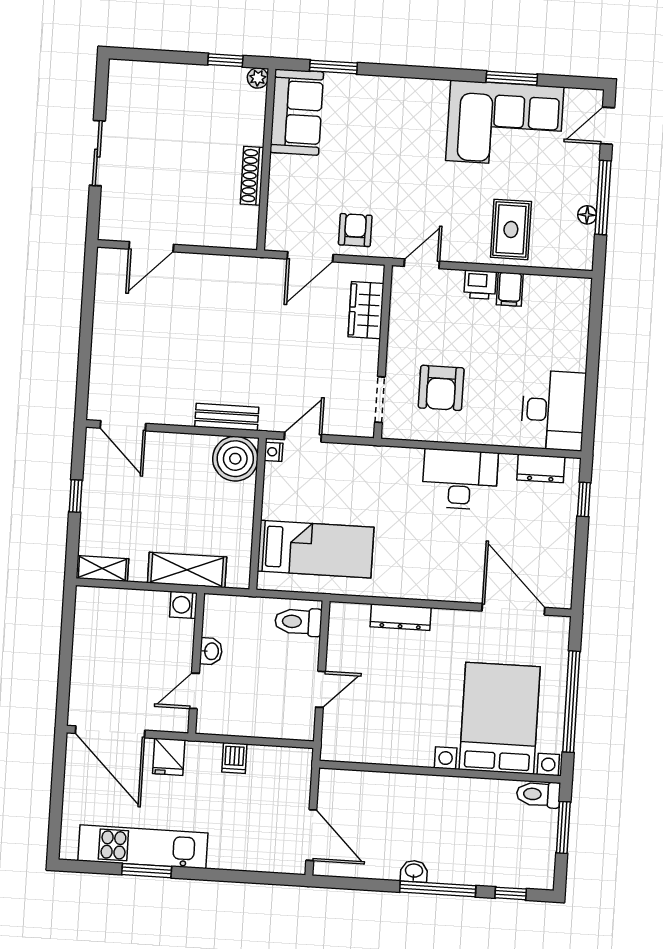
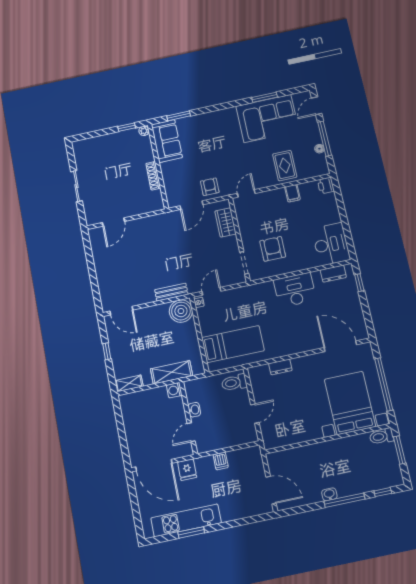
printer: (480, 285) -> (326, 185), moved, turned 90
armchair: (441, 388) -> (273, 249), turned 180
dresser: (401, 617) -> (280, 367), width x0.70

